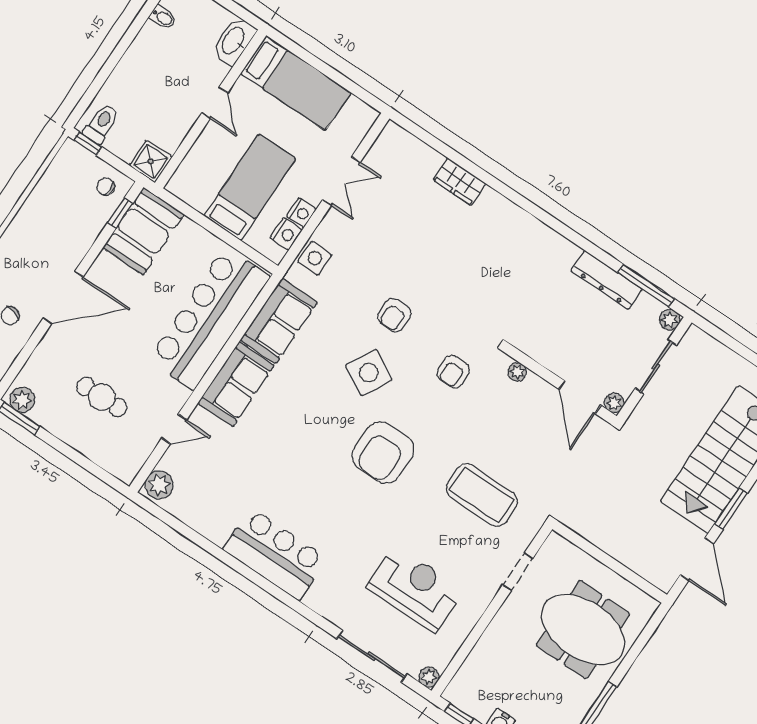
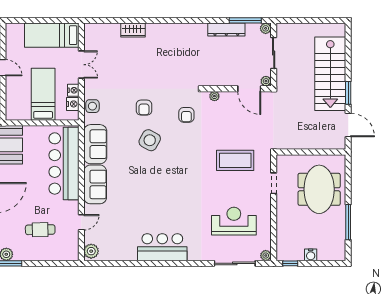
bed: (296, 83) -> (52, 35), moved, turned 180
armchair: (383, 453) -> (180, 171), removed
meeting table: (583, 629) -> (319, 189), turned 90

